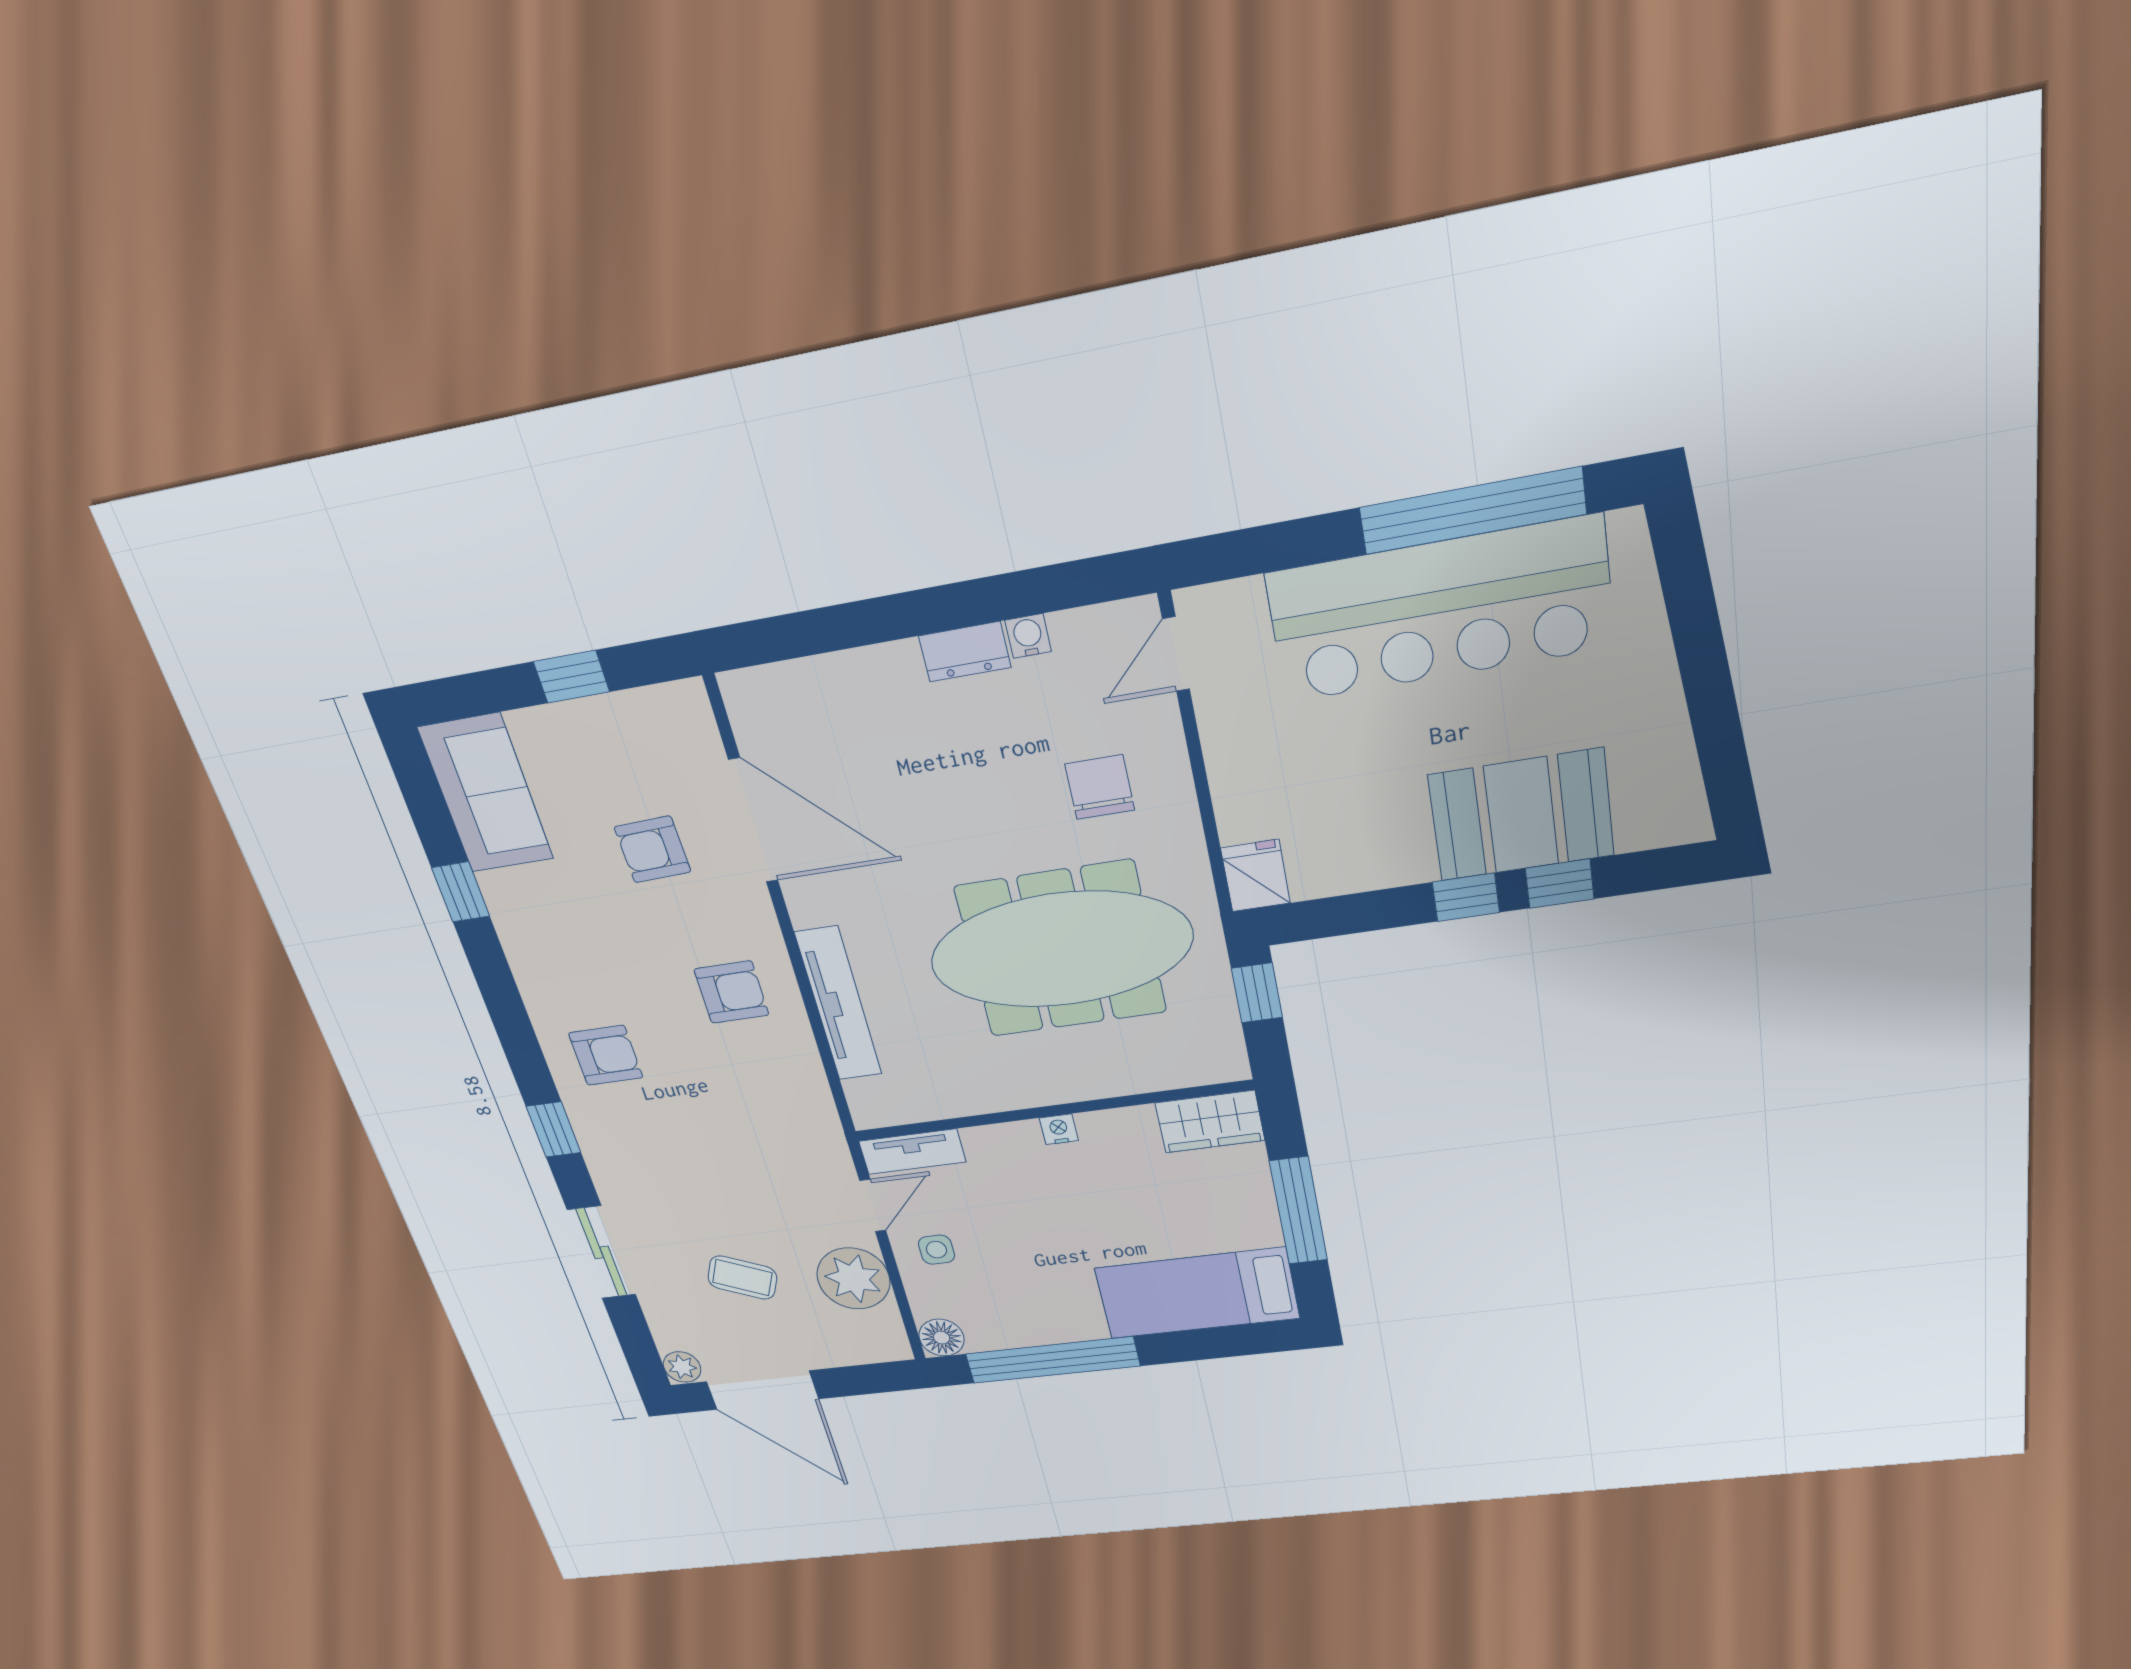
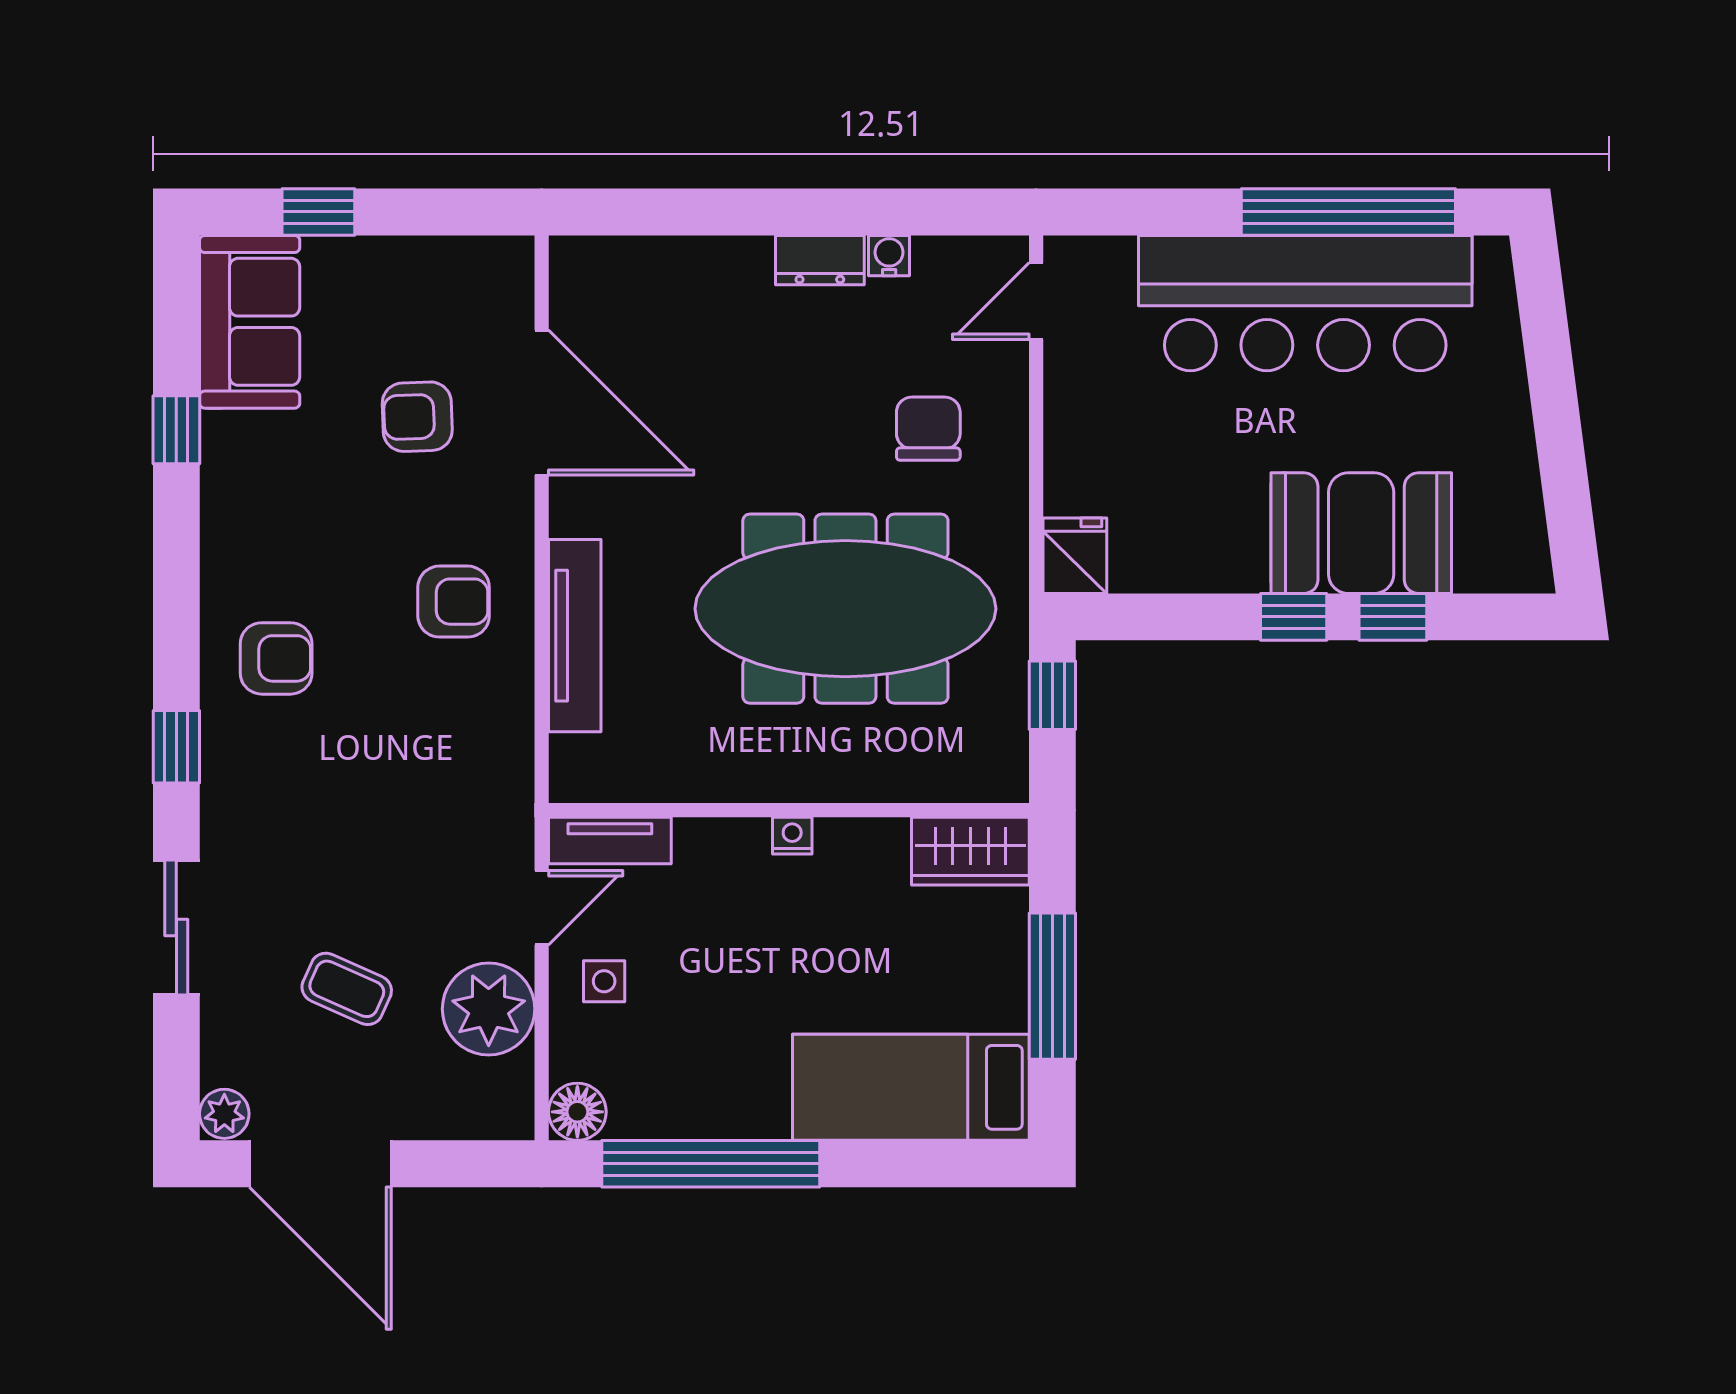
window: (571, 677) -> (318, 212), moved

